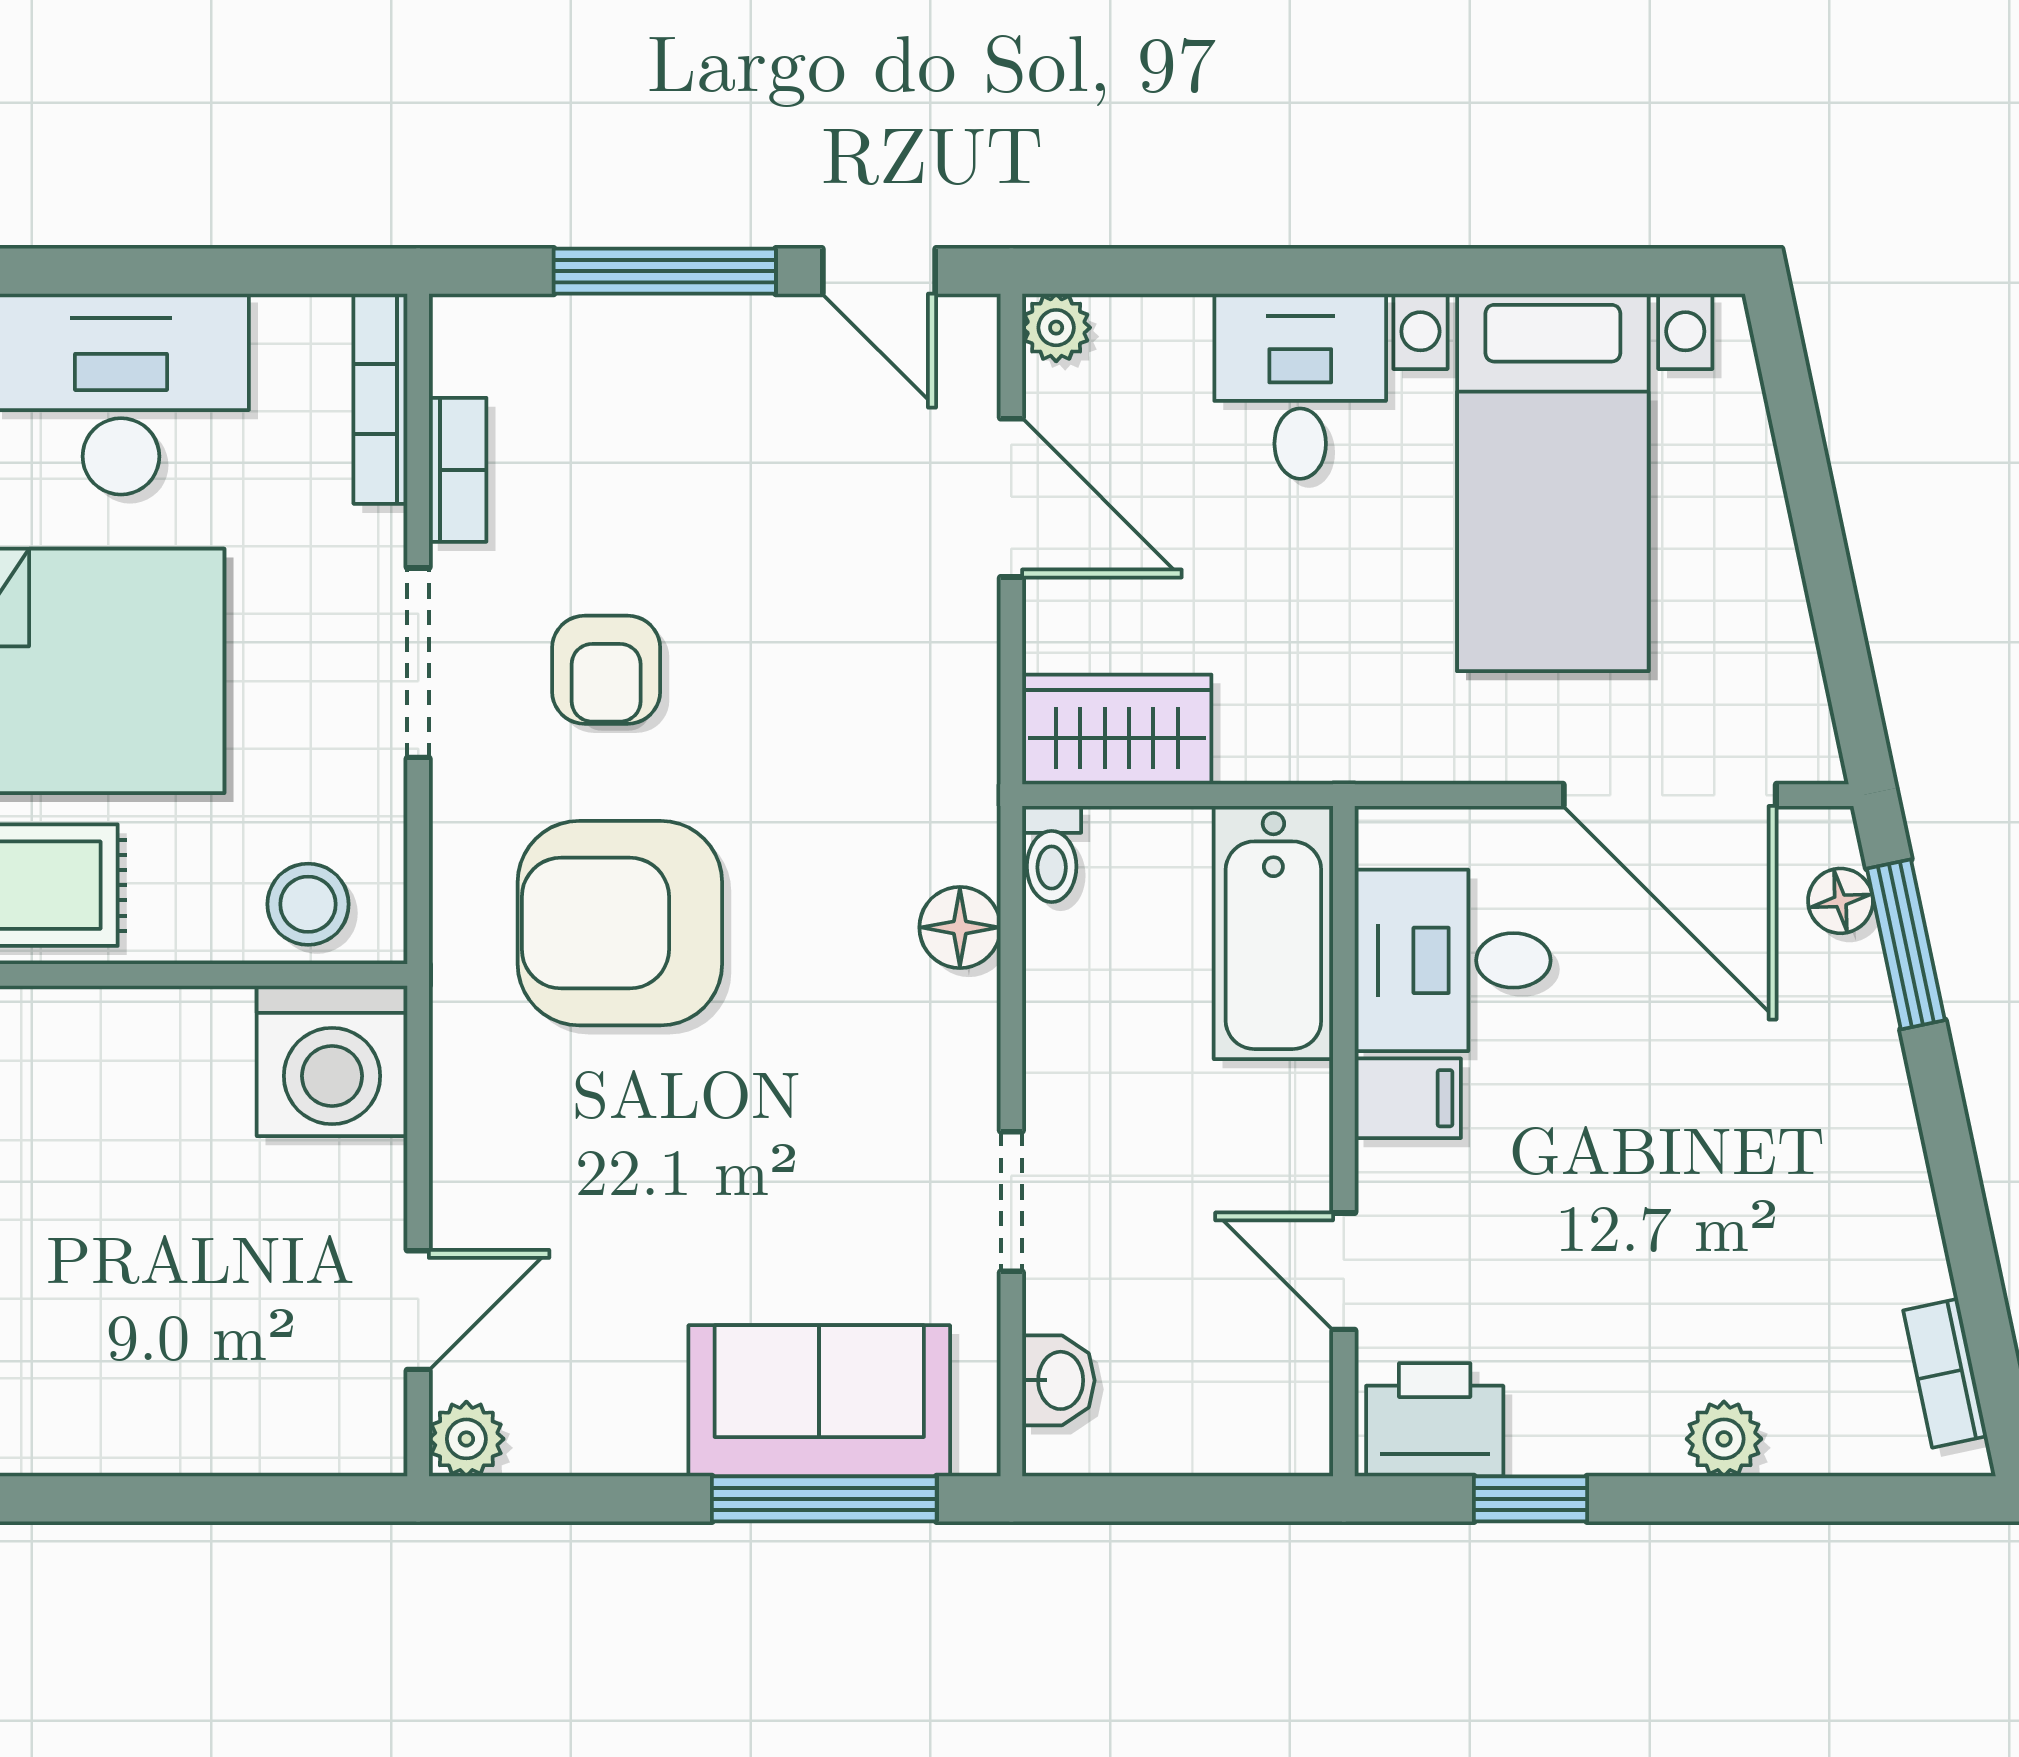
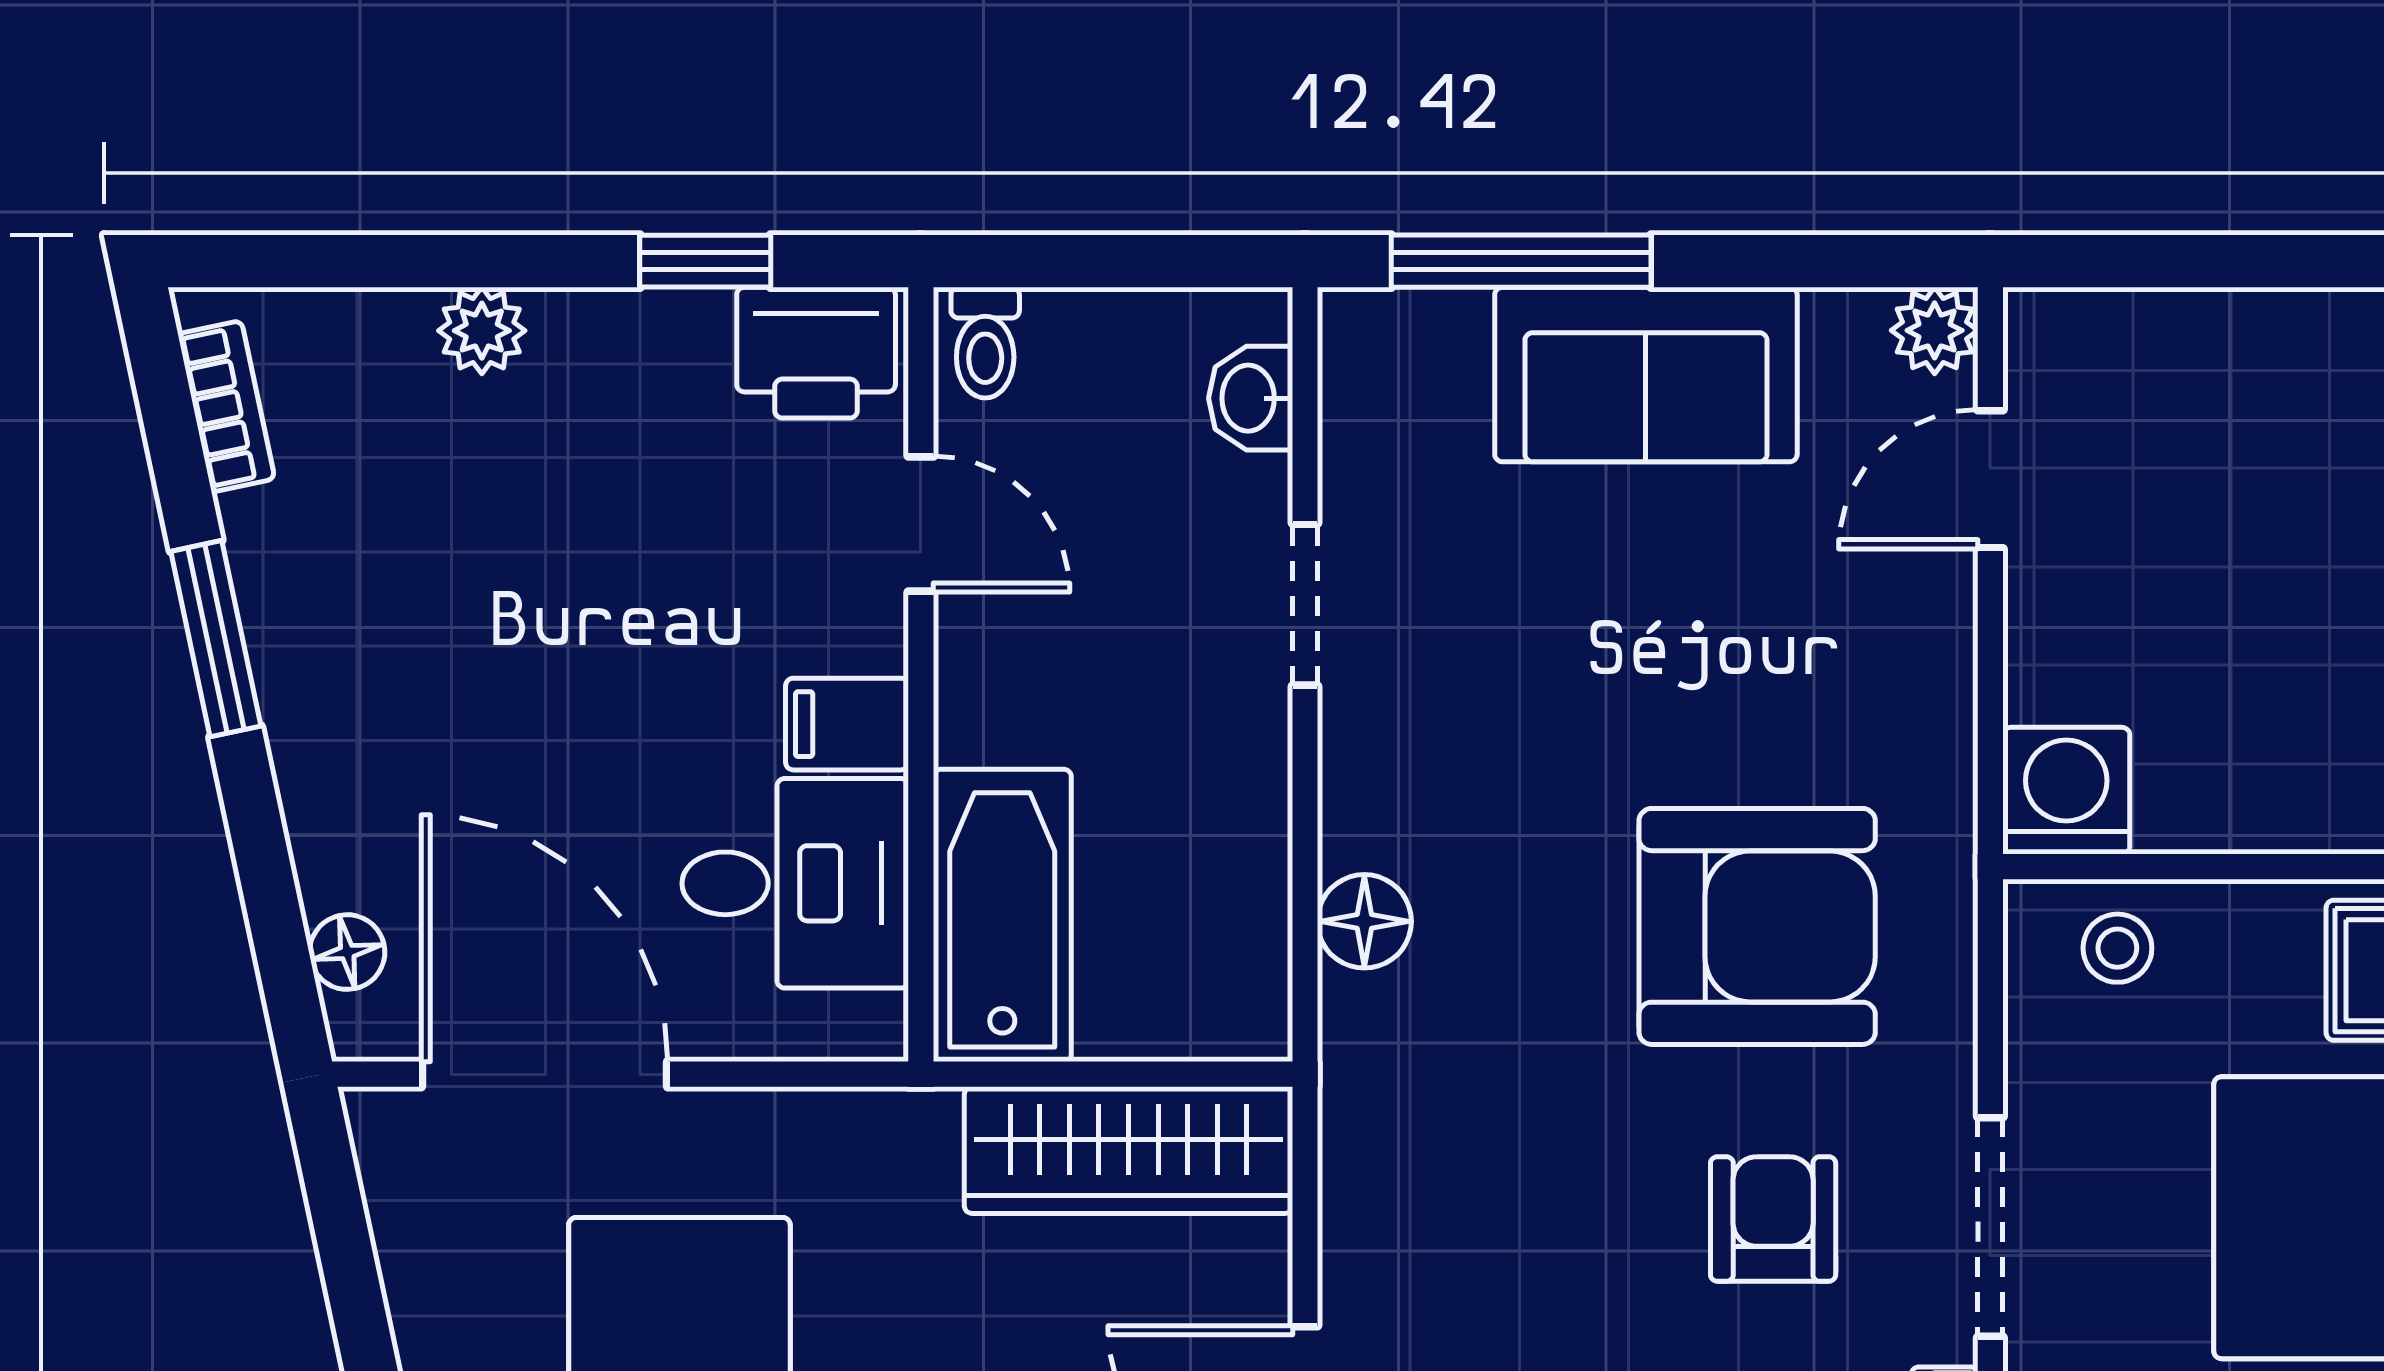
wardrobe: (1117, 729) -> (1129, 1150), width x1.50
toilet: (1052, 854) -> (985, 343), moved, turned 180
stool: (308, 904) -> (2117, 948), width x0.73, depth x0.73
window: (1906, 944) -> (216, 639), moved
washing machine: (332, 1061) -> (2066, 791), width x0.73, depth x0.73
sofa: (819, 1401) -> (1646, 375), moved

